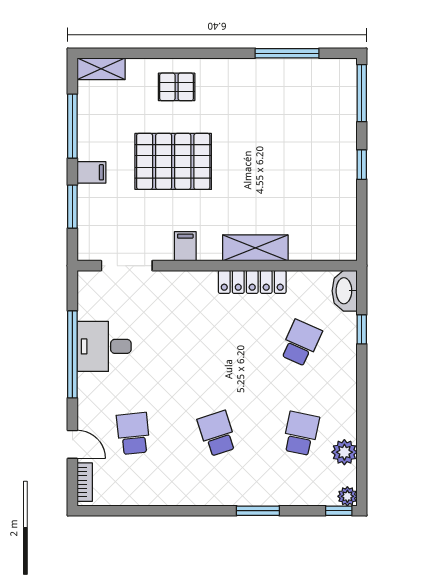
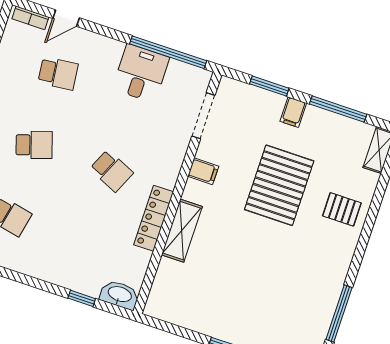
pallet: (177, 87) -> (342, 209), turned 90
school desk: (301, 343) -> (112, 171), moved
window: (72, 354) -> (168, 52), moved

